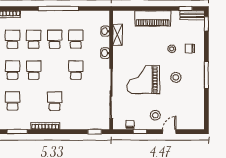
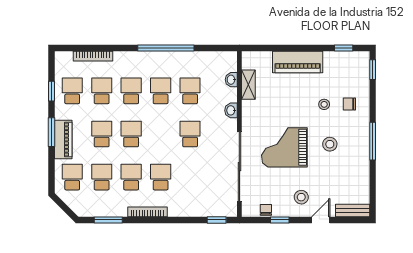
bench: (192, 15) -> (353, 210), moved
school desk: (34, 101) -> (131, 177), added

